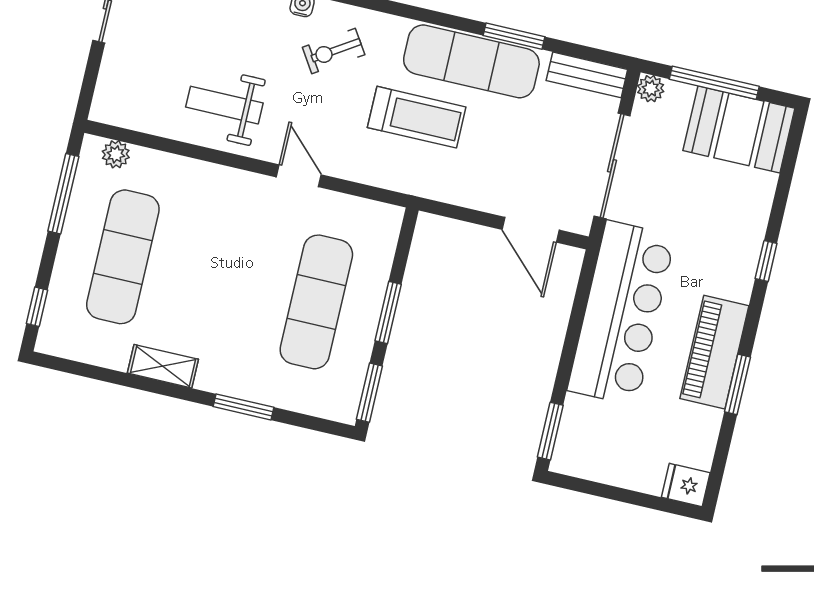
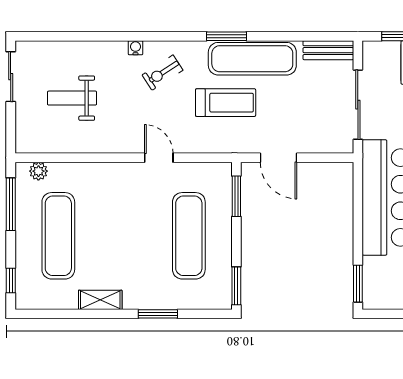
window: (514, 36) -> (226, 36), moved
plant: (651, 89) -> (371, 49), removed
weight bench: (224, 105) -> (72, 98), moved
door: (531, 230) -> (279, 158), moved
window: (388, 313) -> (236, 196), moved

